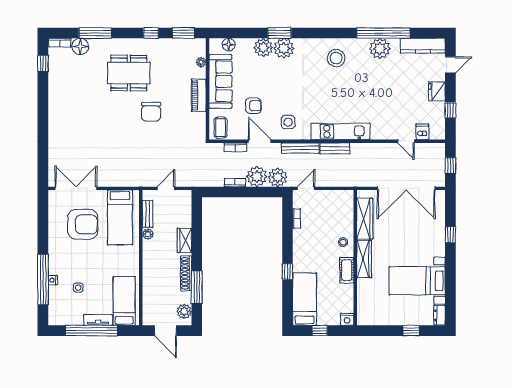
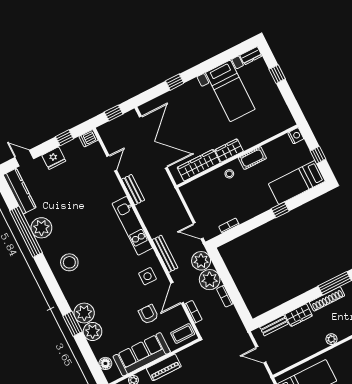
dishwasher: (422, 132) -> (89, 138), moved
bench: (335, 148) -> (133, 190), moved
bench: (148, 214) -> (274, 325), moved
plant: (148, 234) -> (331, 339), moved
wardrobe: (364, 259) -> (229, 151), width x0.67

